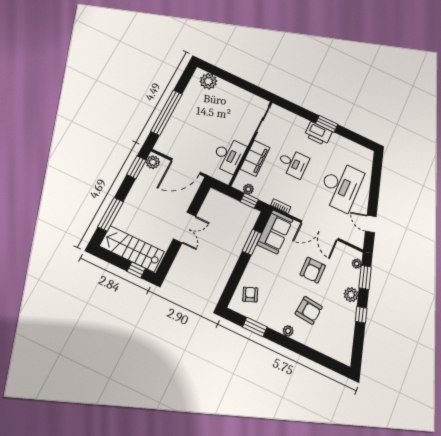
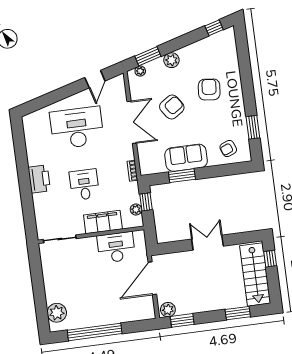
window: (167, 113) -> (95, 332), moved
window: (327, 124) -> (24, 177), removed
door: (186, 166) -> (152, 278), swing flipped
window: (111, 214) -> (238, 313), width x0.69
sofa: (275, 232) -> (186, 158), moved
armchair: (313, 270) -> (172, 107), turned -34
window: (361, 315) -> (214, 28), moved
plant: (288, 331) -> (238, 97), removed

